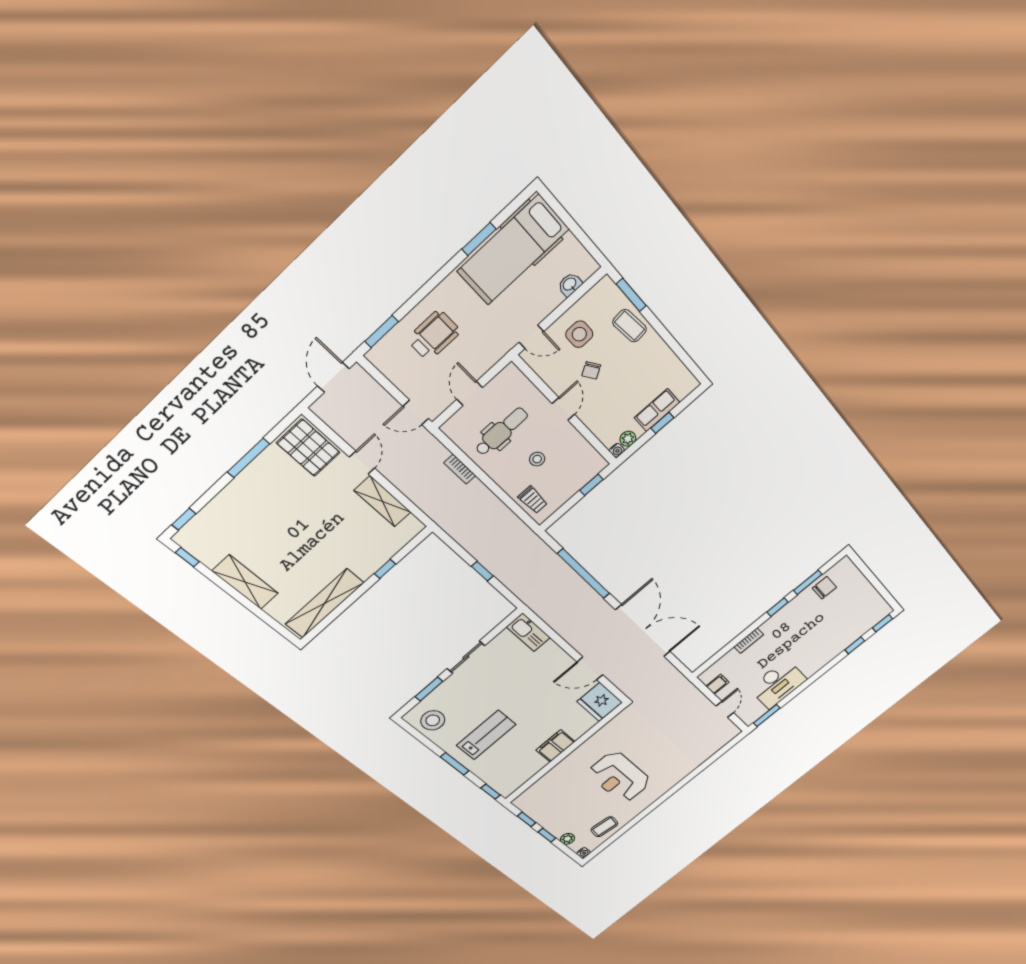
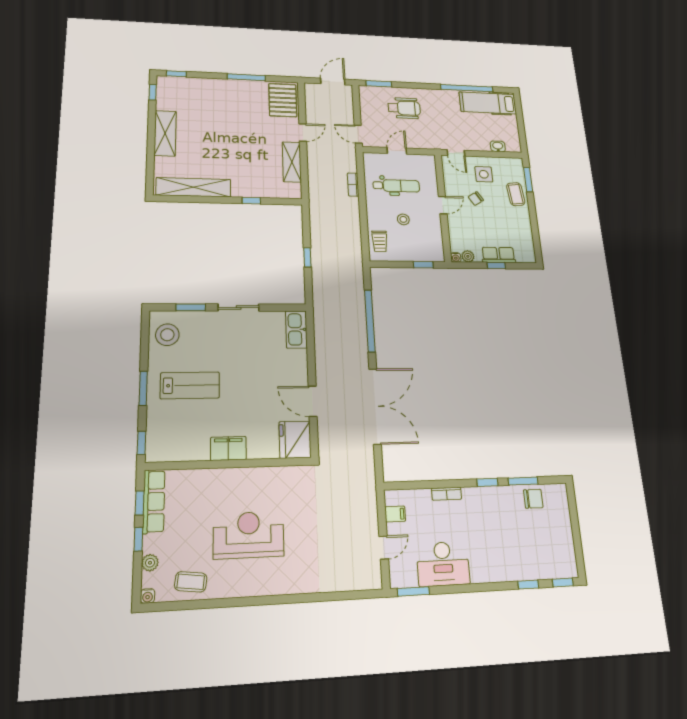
window: (479, 239) -> (467, 88), width x2.11
hospital bed: (513, 250) -> (488, 103), width x0.73, depth x0.78
reception desk: (619, 777) -> (249, 535), turned 90
row of seats: (535, 811) -> (154, 501), added

